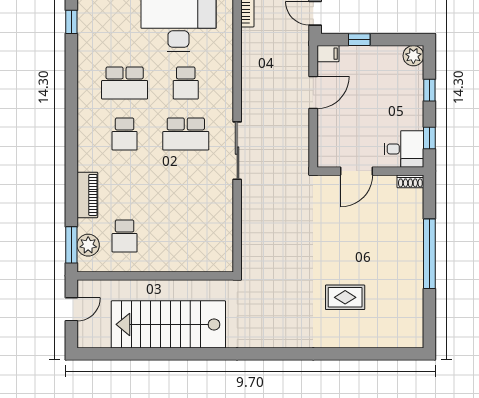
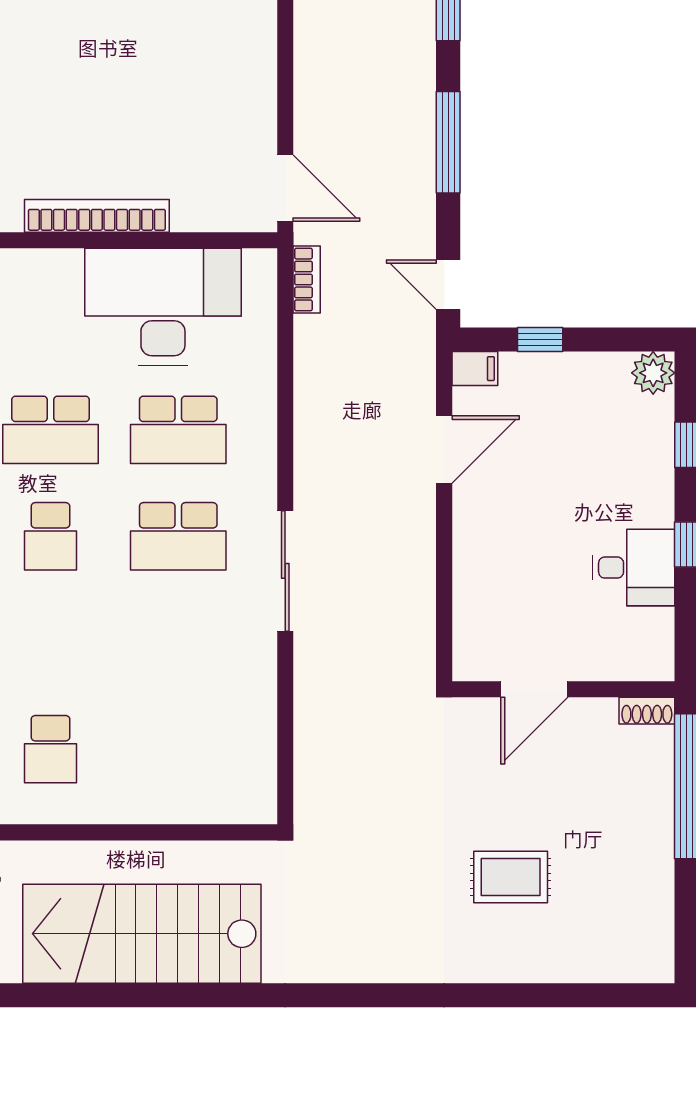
school desk: (186, 83) -> (178, 430), width x1.85
door: (356, 171) -> (534, 689), moved
wall: (370, 171) -> (563, 689), moved
shoe rack: (410, 181) -> (647, 711), moved

